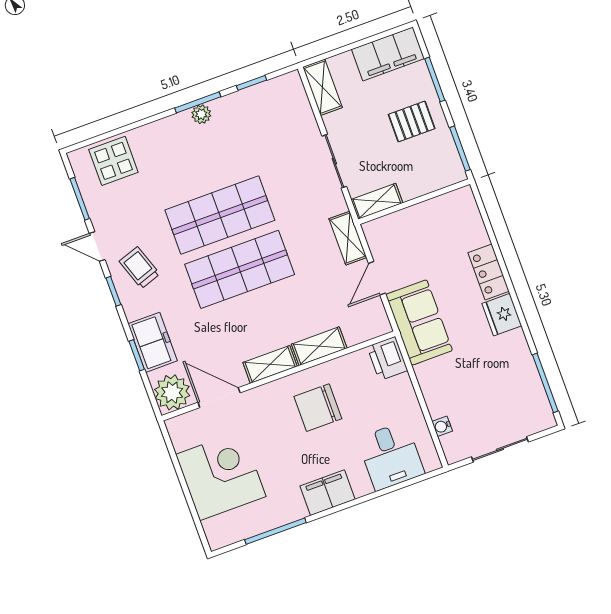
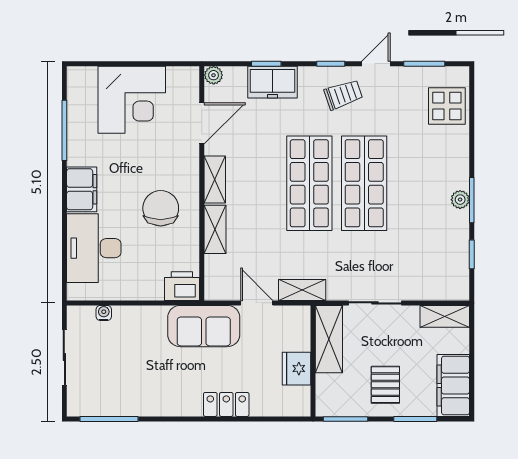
shelving: (377, 201) -> (329, 339), width x1.50, depth x1.33
fridge: (502, 315) -> (296, 369), moved, turned -90
plant: (172, 392) -> (214, 75), width x0.53, depth x0.53
desk: (391, 456) -> (94, 248), width x1.37

